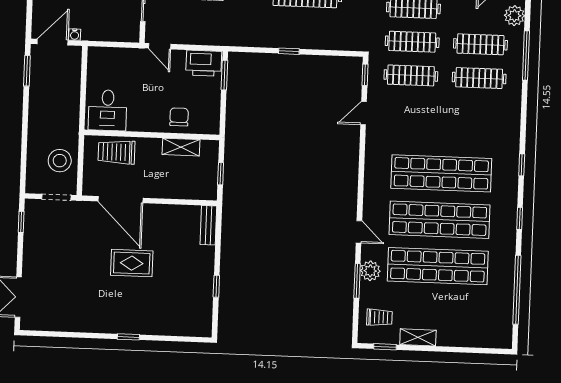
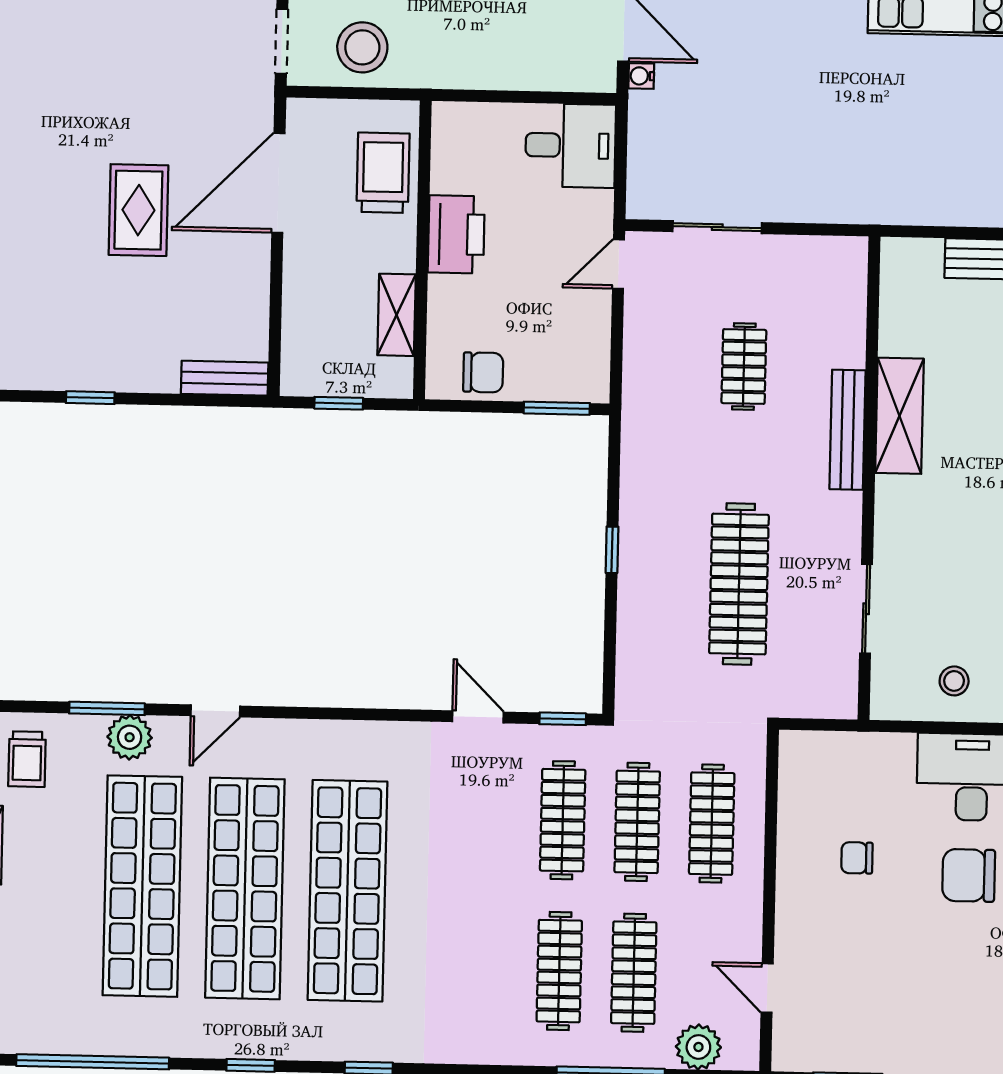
printer: (204, 63) -> (456, 234), moved, turned 180
desk: (108, 110) -> (570, 145), moved, turned 180
chair: (179, 117) -> (483, 372), moved

